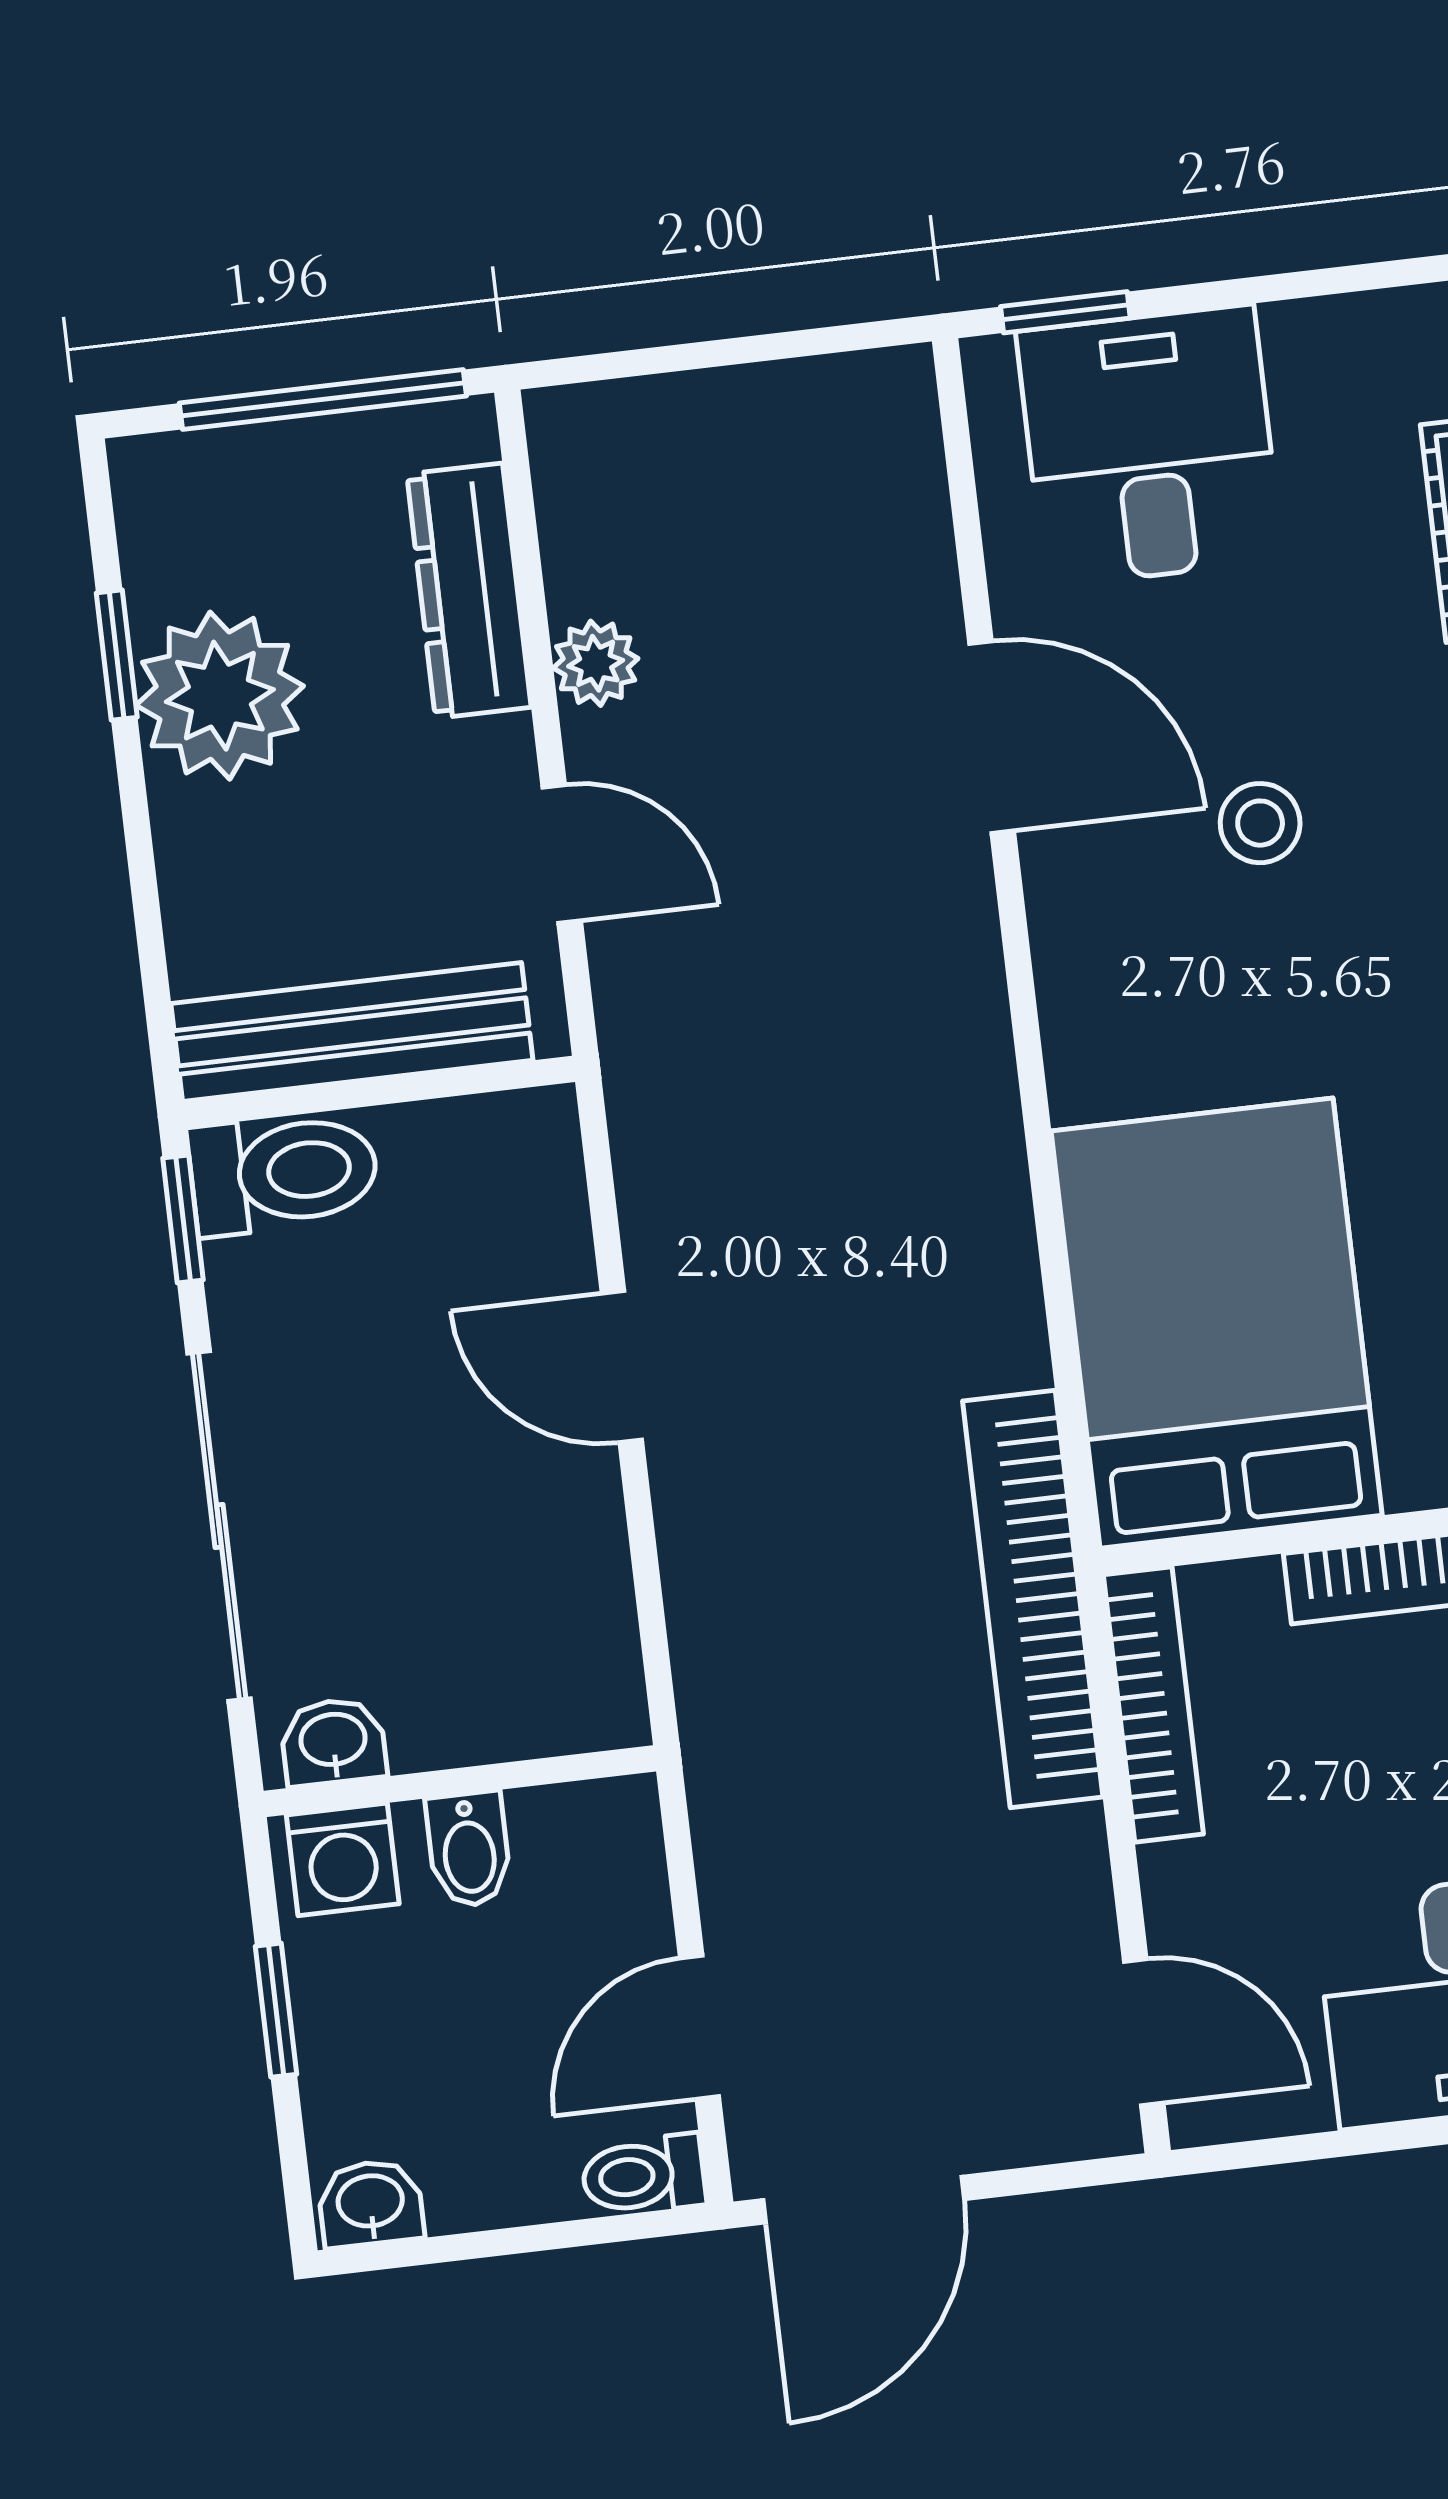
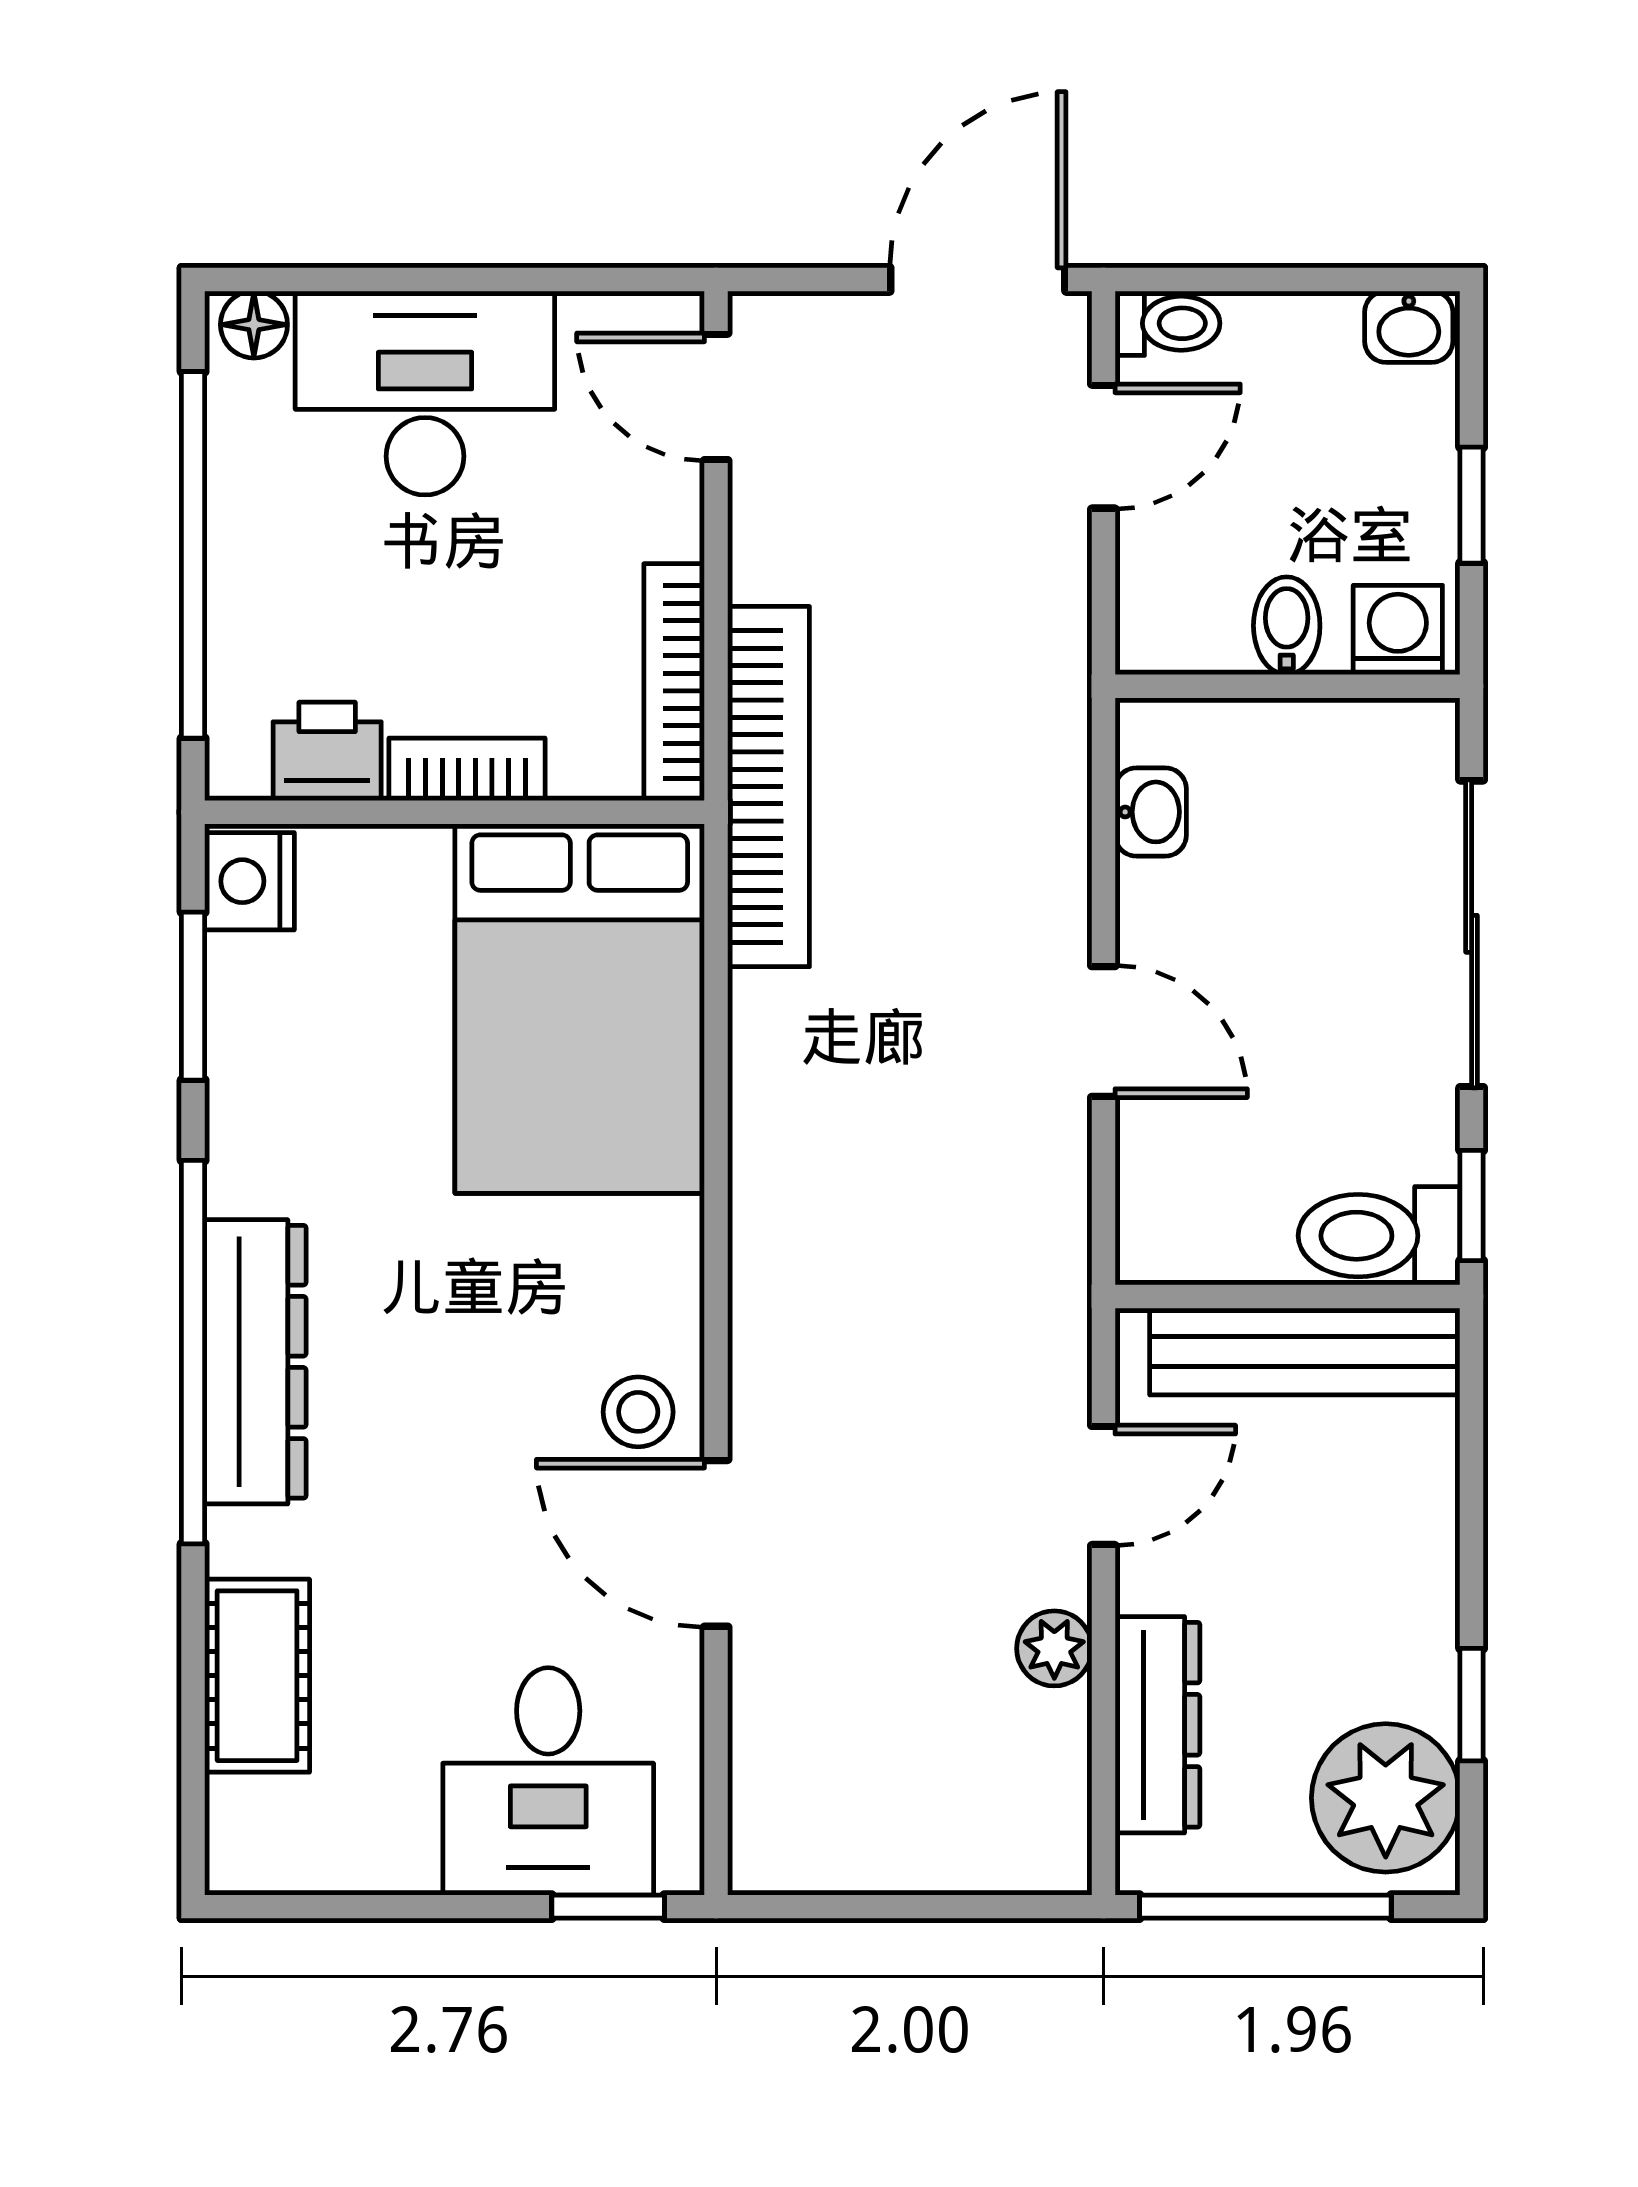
plant: (220, 696) -> (1386, 1798), moved
stool: (1260, 823) -> (638, 1412), moved
door: (562, 854) -> (1103, 1485), swing flipped
washbasin: (333, 1742) -> (1151, 812), moved, turned -90

